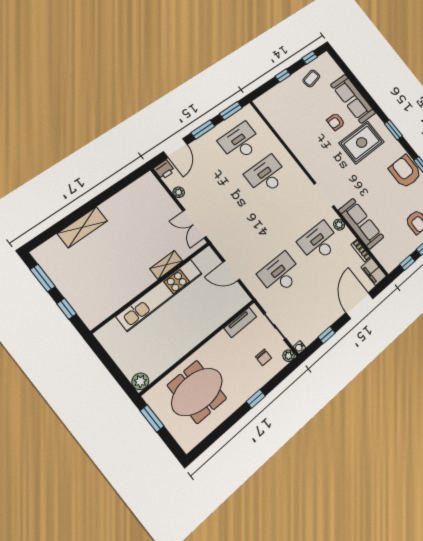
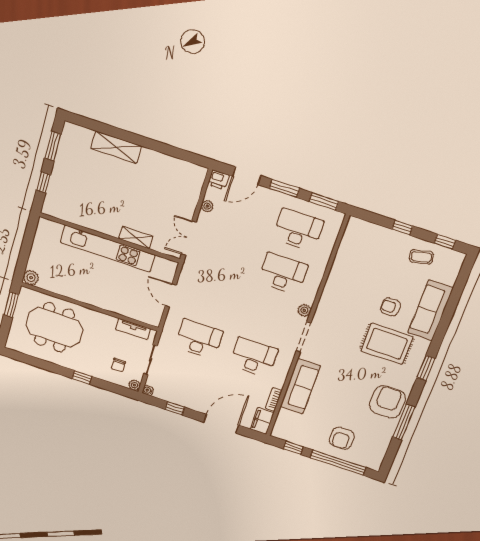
plant: (339, 225) -> (304, 310), moved

